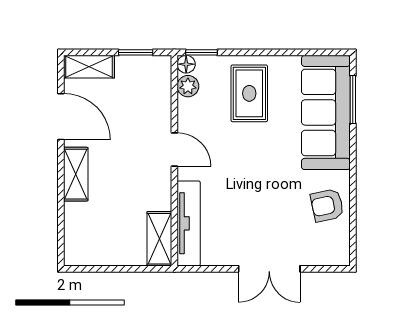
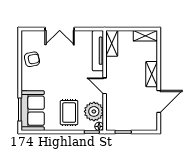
shelving: (89, 67) -> (145, 36), moved
plant: (188, 86) -> (94, 111), width x1.88, depth x1.88
sofa: (326, 112) -> (33, 111), width x0.73
door: (61, 117) -> (159, 101), swing flipped
double door: (269, 269) -> (60, 29), swing flipped

